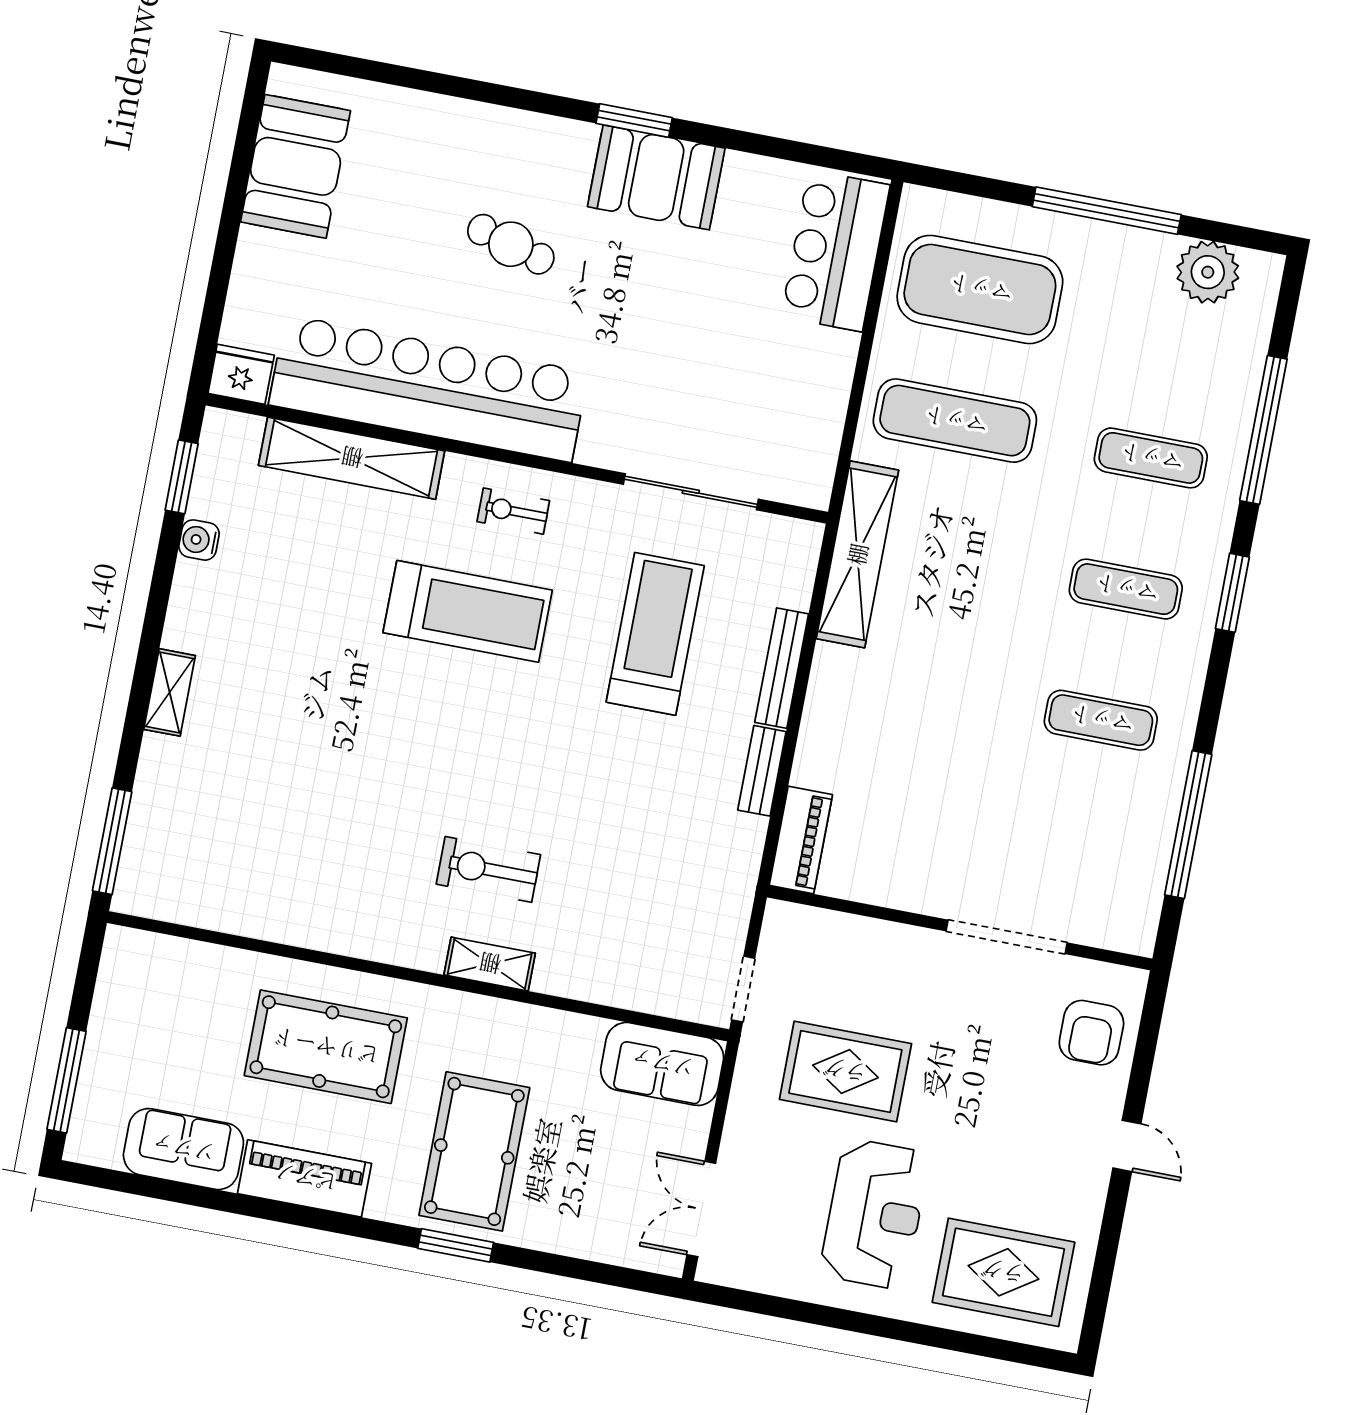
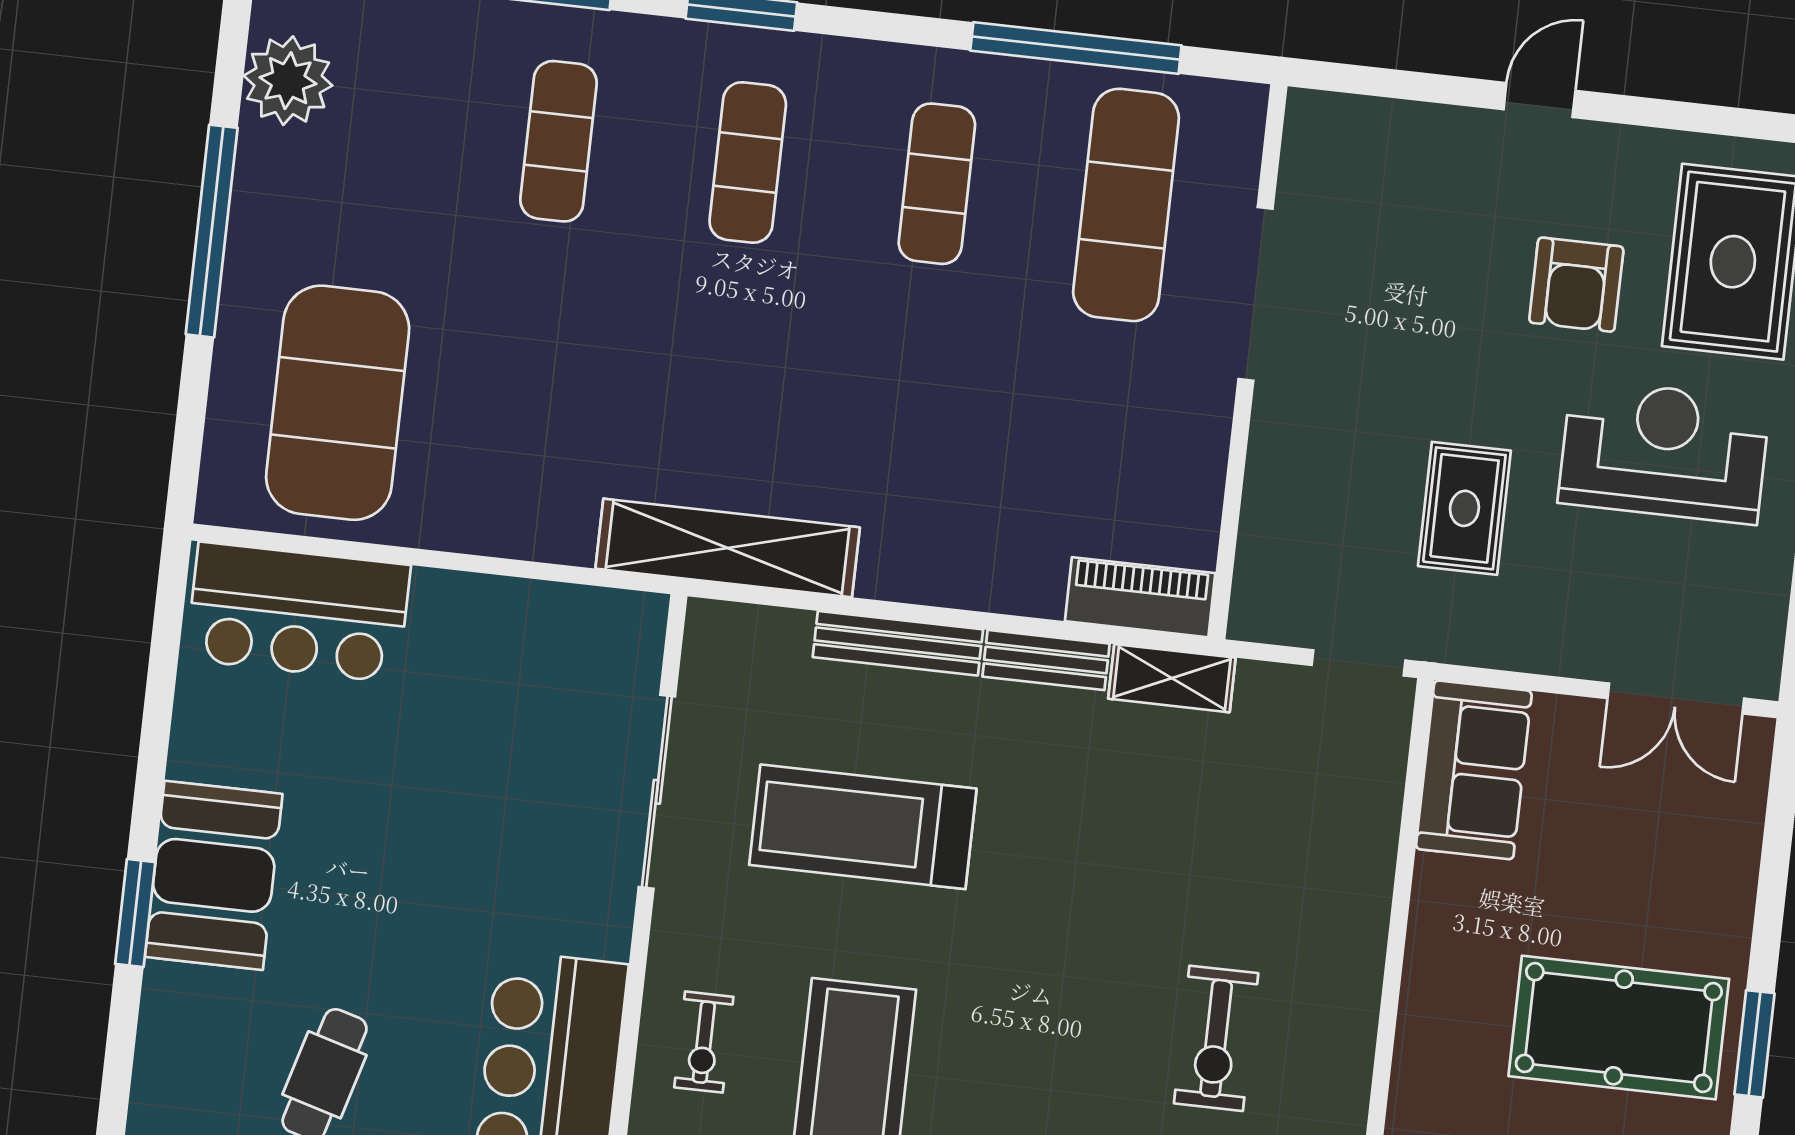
exercise mat: (955, 421) -> (1126, 205), moved
shelving: (490, 964) -> (1172, 678), moved, turned 90
armchair: (1091, 1033) -> (1576, 285), moved, turned 90
rug: (845, 1071) -> (1464, 508), width x0.73, depth x0.70

